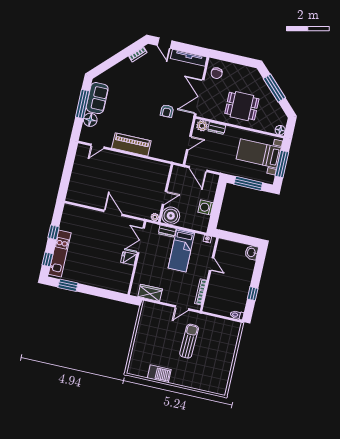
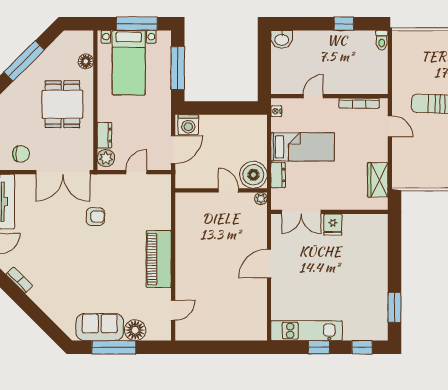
floor lamp: (280, 130) -> (86, 61), moved
door: (189, 143) -> (136, 172), hinge flipped
door: (97, 146) -> (173, 310), hinge flipped
washing machine: (206, 207) -> (188, 125), moved
kitchen unit: (60, 253) -> (307, 331), moved

